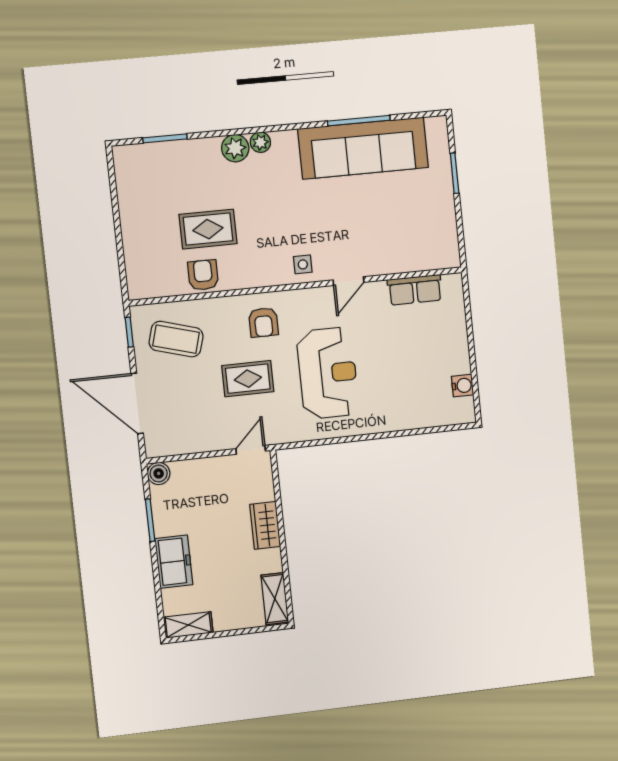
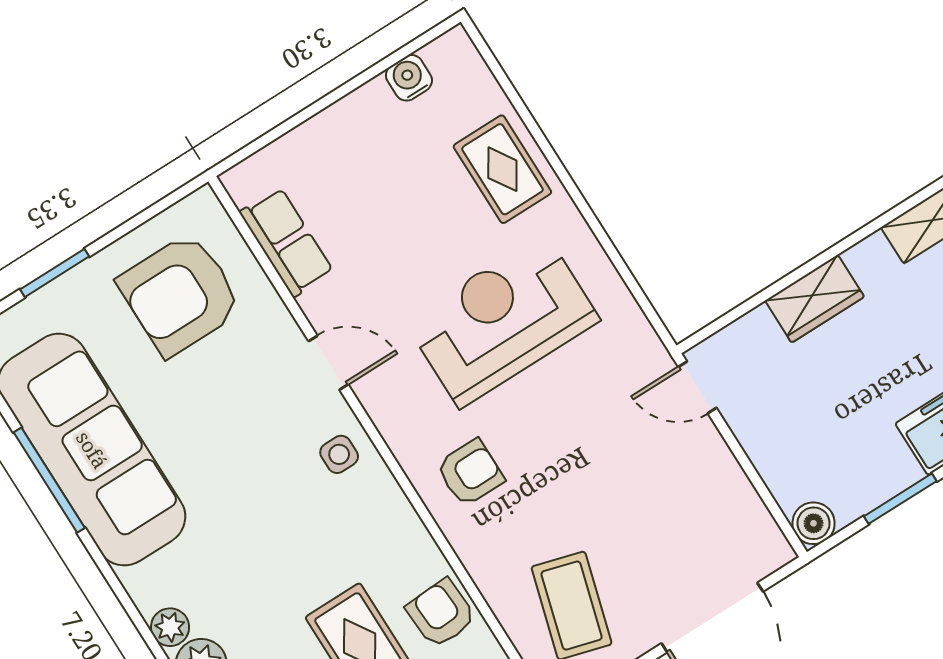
armchair: (415, 227) -> (180, 295), added
armchair: (203, 275) -> (441, 613), turned 87
rug: (248, 379) -> (502, 169), moved

